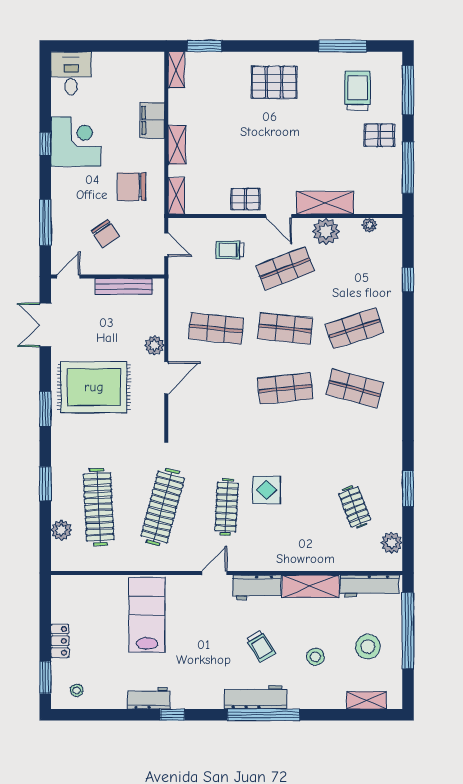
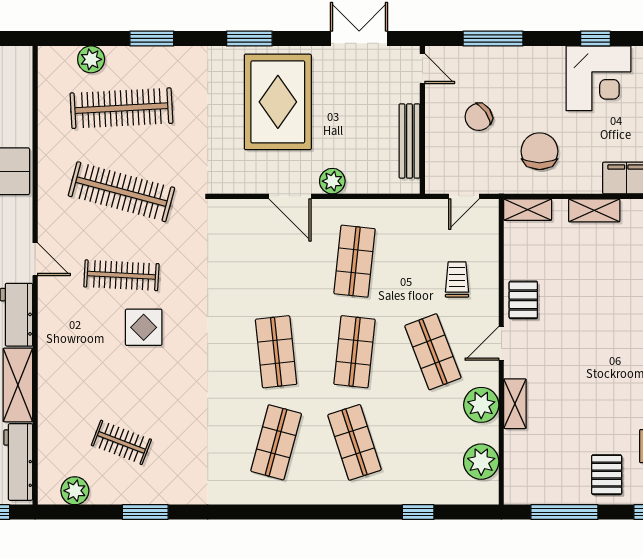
shelving: (325, 203) -> (515, 404), width x0.67, depth x0.75
plant: (369, 225) -> (481, 462), width x1.88, depth x1.88
clothes rail: (355, 507) -> (121, 442), turned 42

